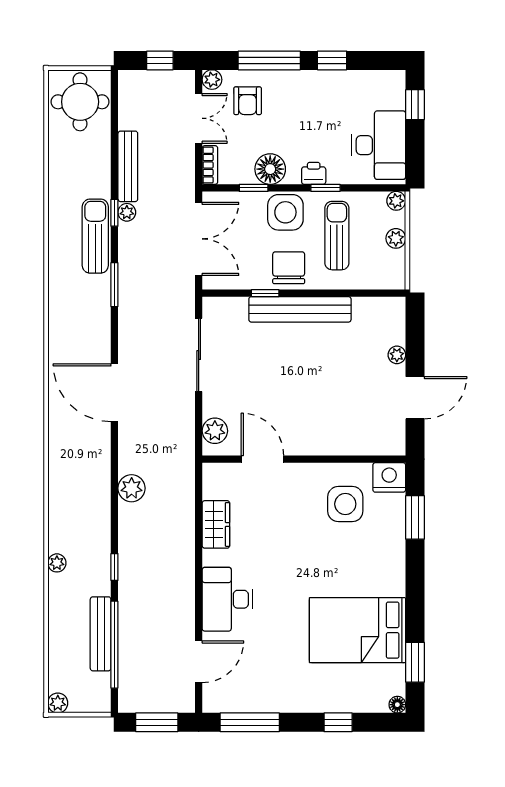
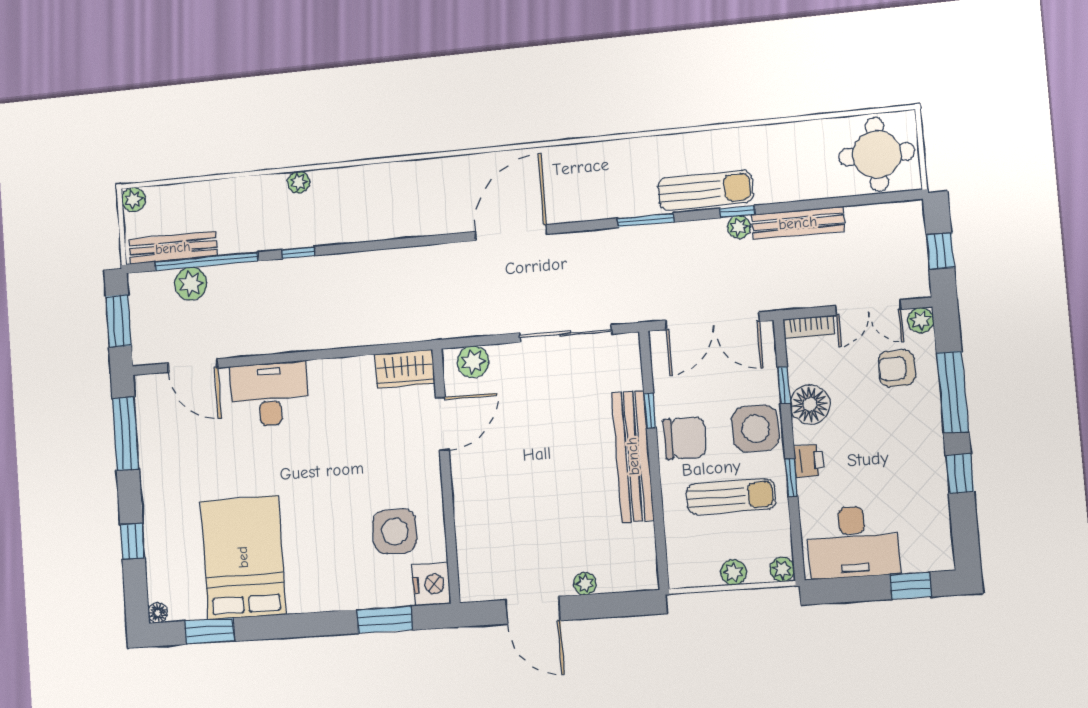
plant: (132, 488) -> (191, 284), moved
wardrobe: (216, 524) -> (405, 369), moved
bench: (101, 634) -> (173, 248), moved

